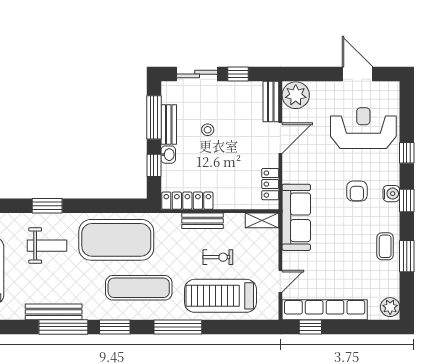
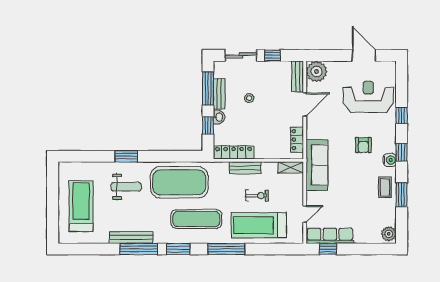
water cooler: (391, 194) -> (390, 160), moved
row of seats: (325, 310) -> (330, 236), width x0.73

